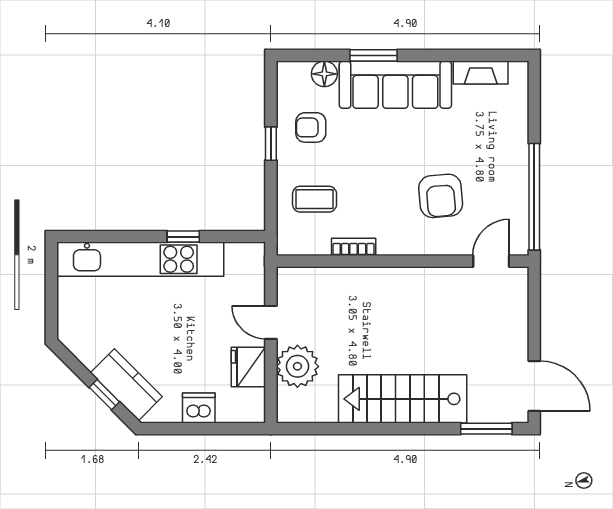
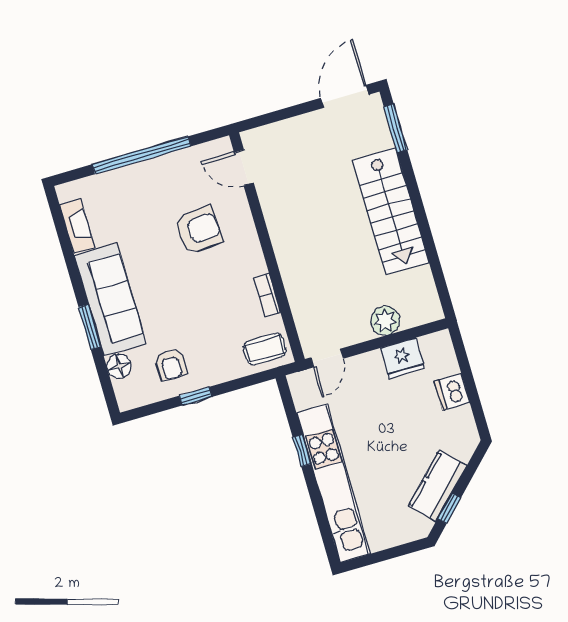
window: (534, 197) -> (142, 155), moved
coffee table: (315, 199) -> (265, 349), moved, turned 90
door: (271, 322) -> (327, 358), moved
plant: (297, 366) -> (385, 321), width x0.73, depth x0.73
kitchen counter: (126, 385) -> (438, 486), moved
window: (104, 395) -> (449, 508), moved

